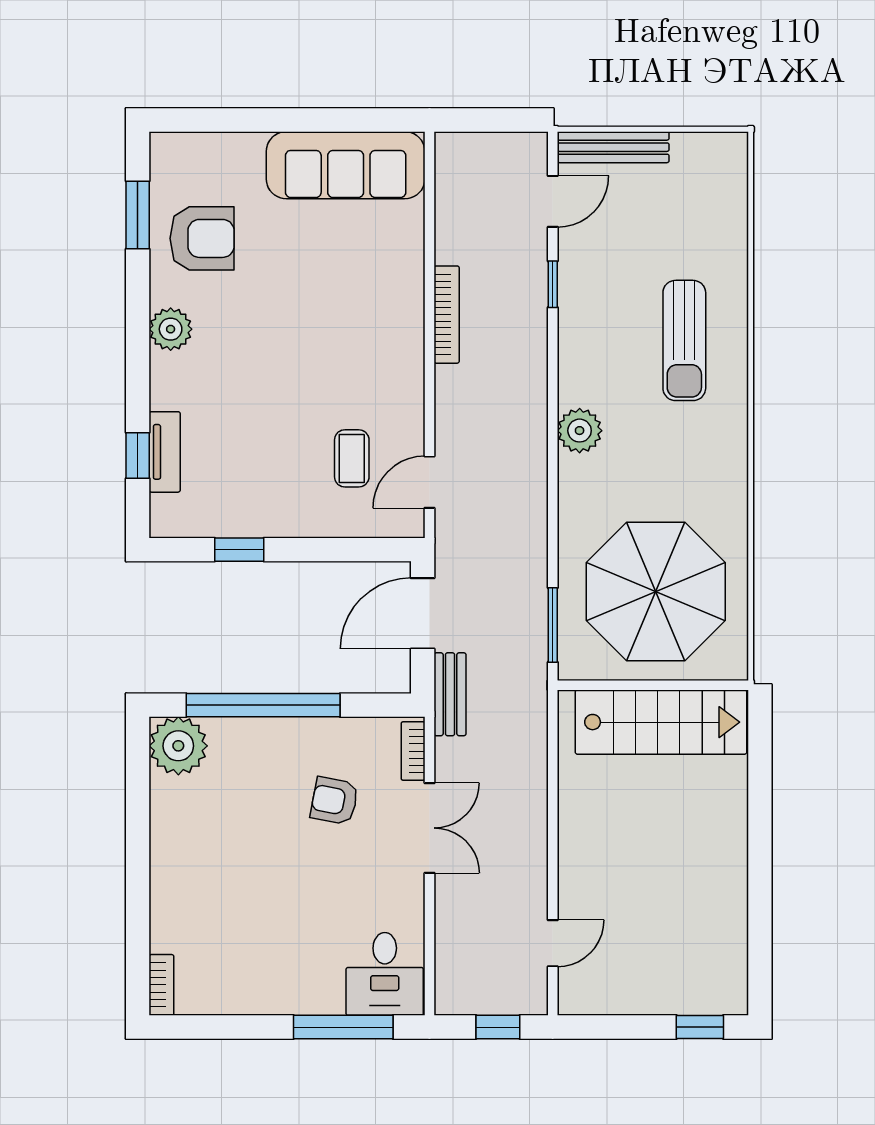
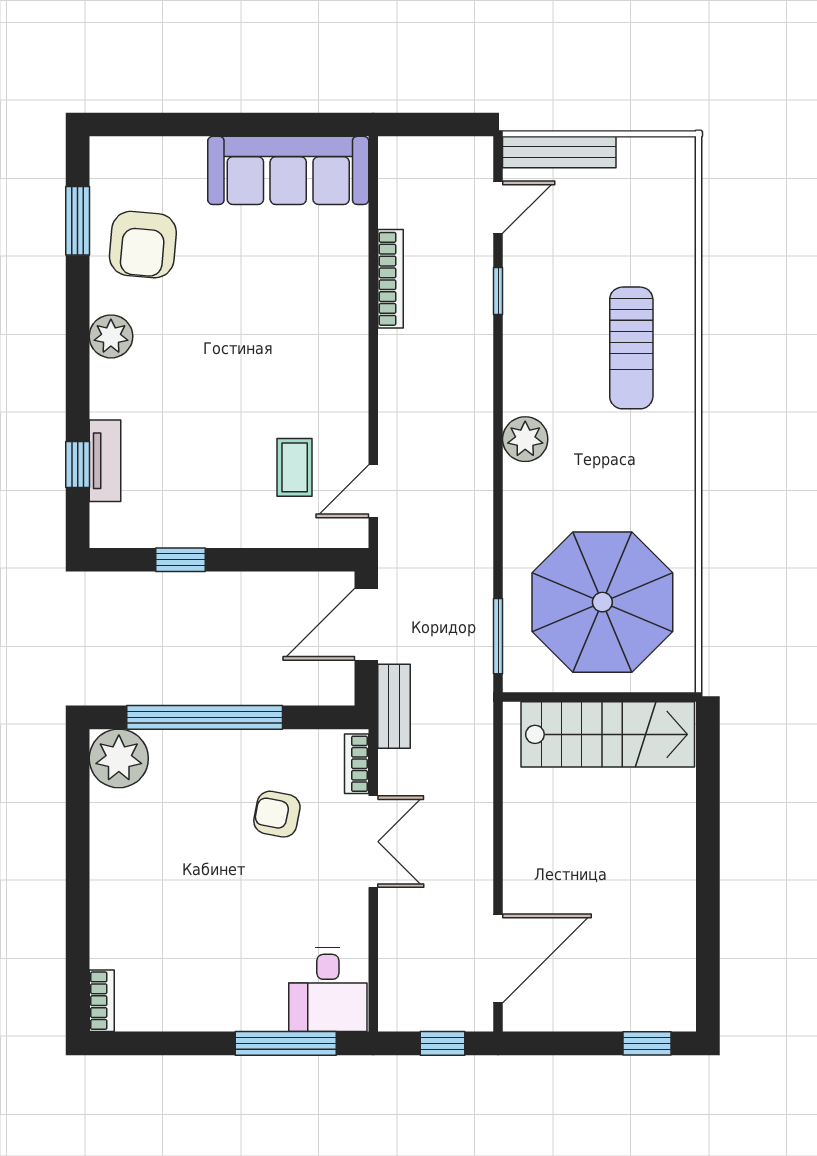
armchair: (202, 238) -> (143, 245), turned 95
bookcase: (447, 315) -> (391, 279), moved
door: (553, 943) -> (498, 958), width x1.87

